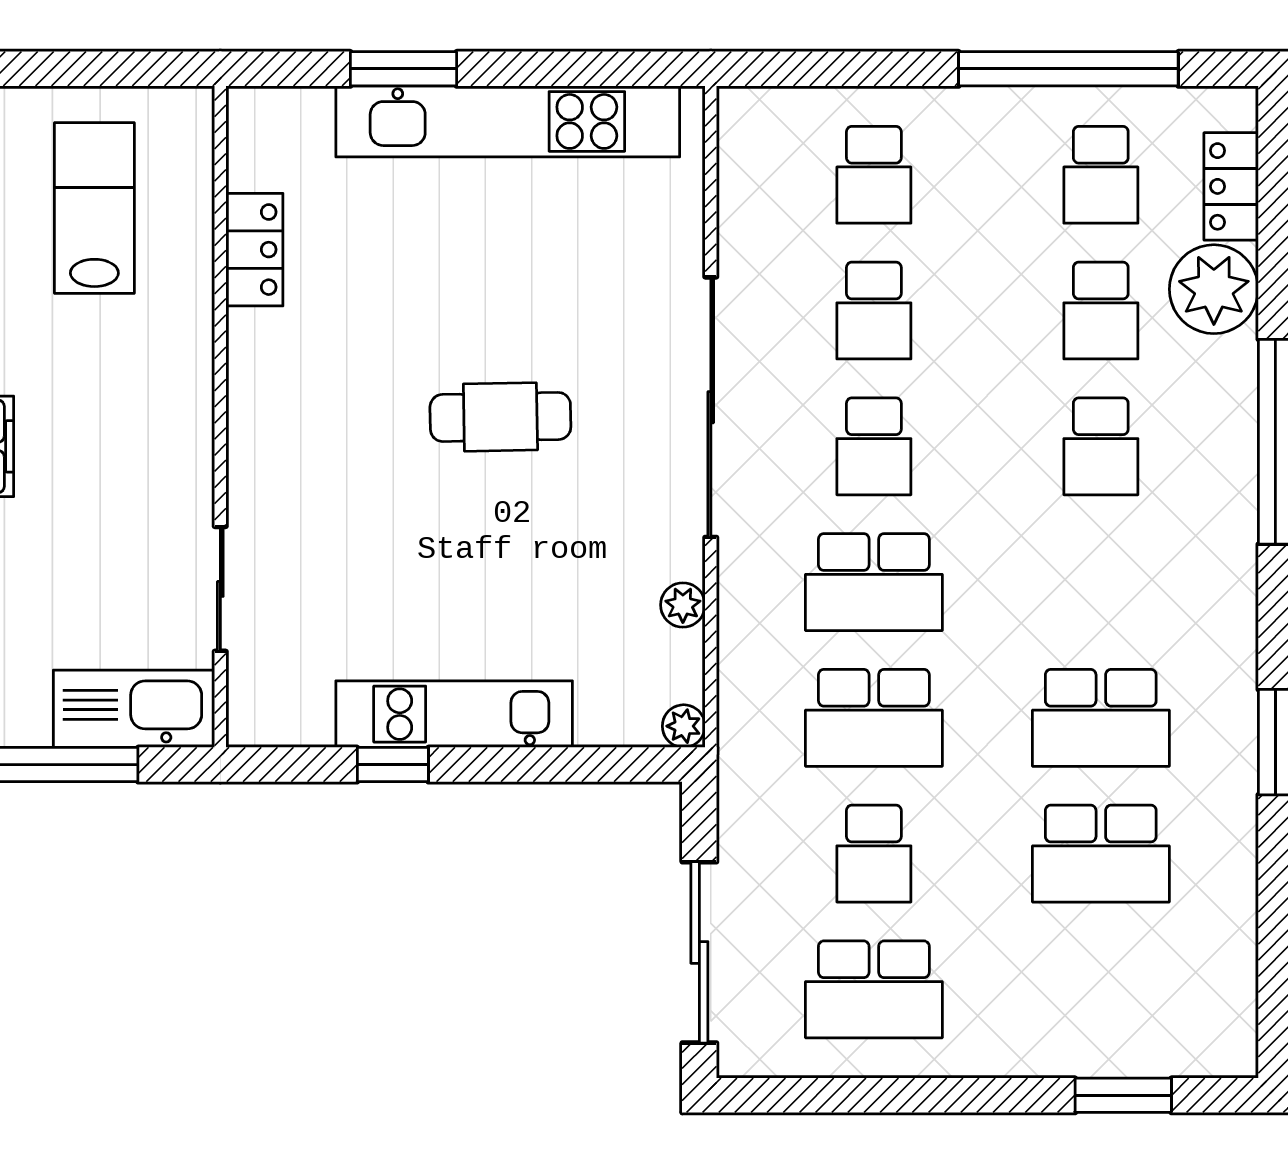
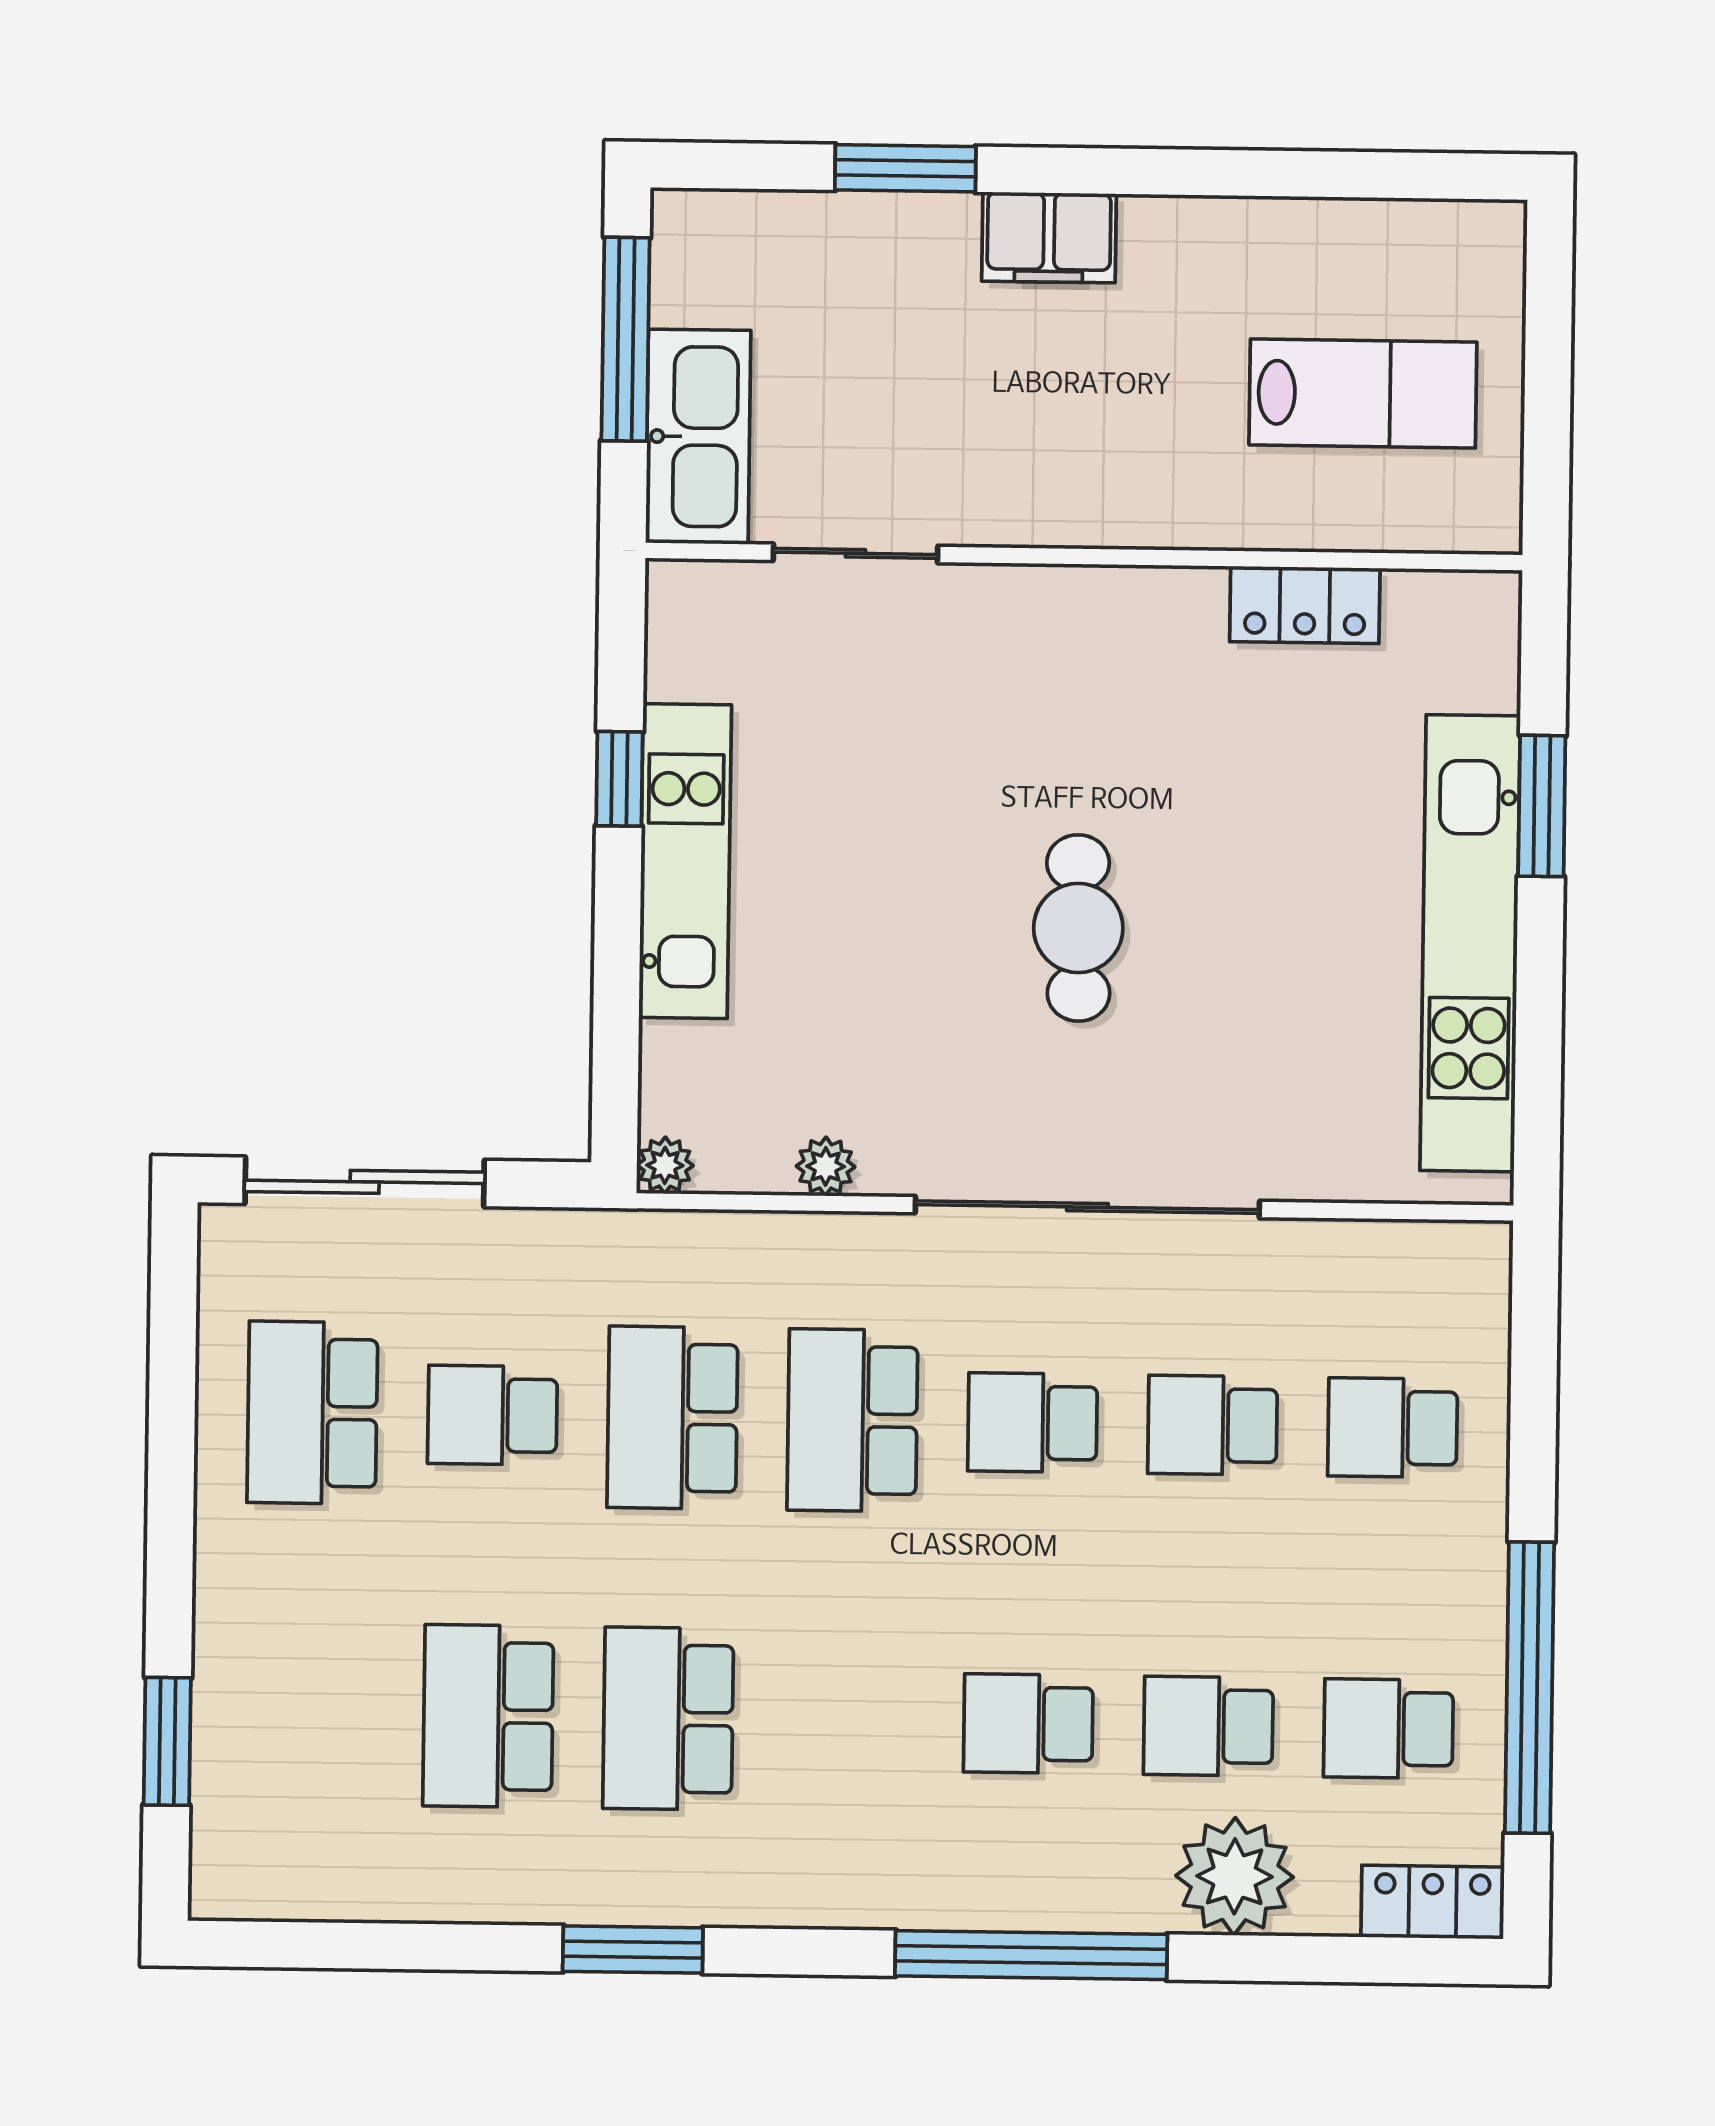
locker: (1231, 186) -> (1433, 1902), moved

